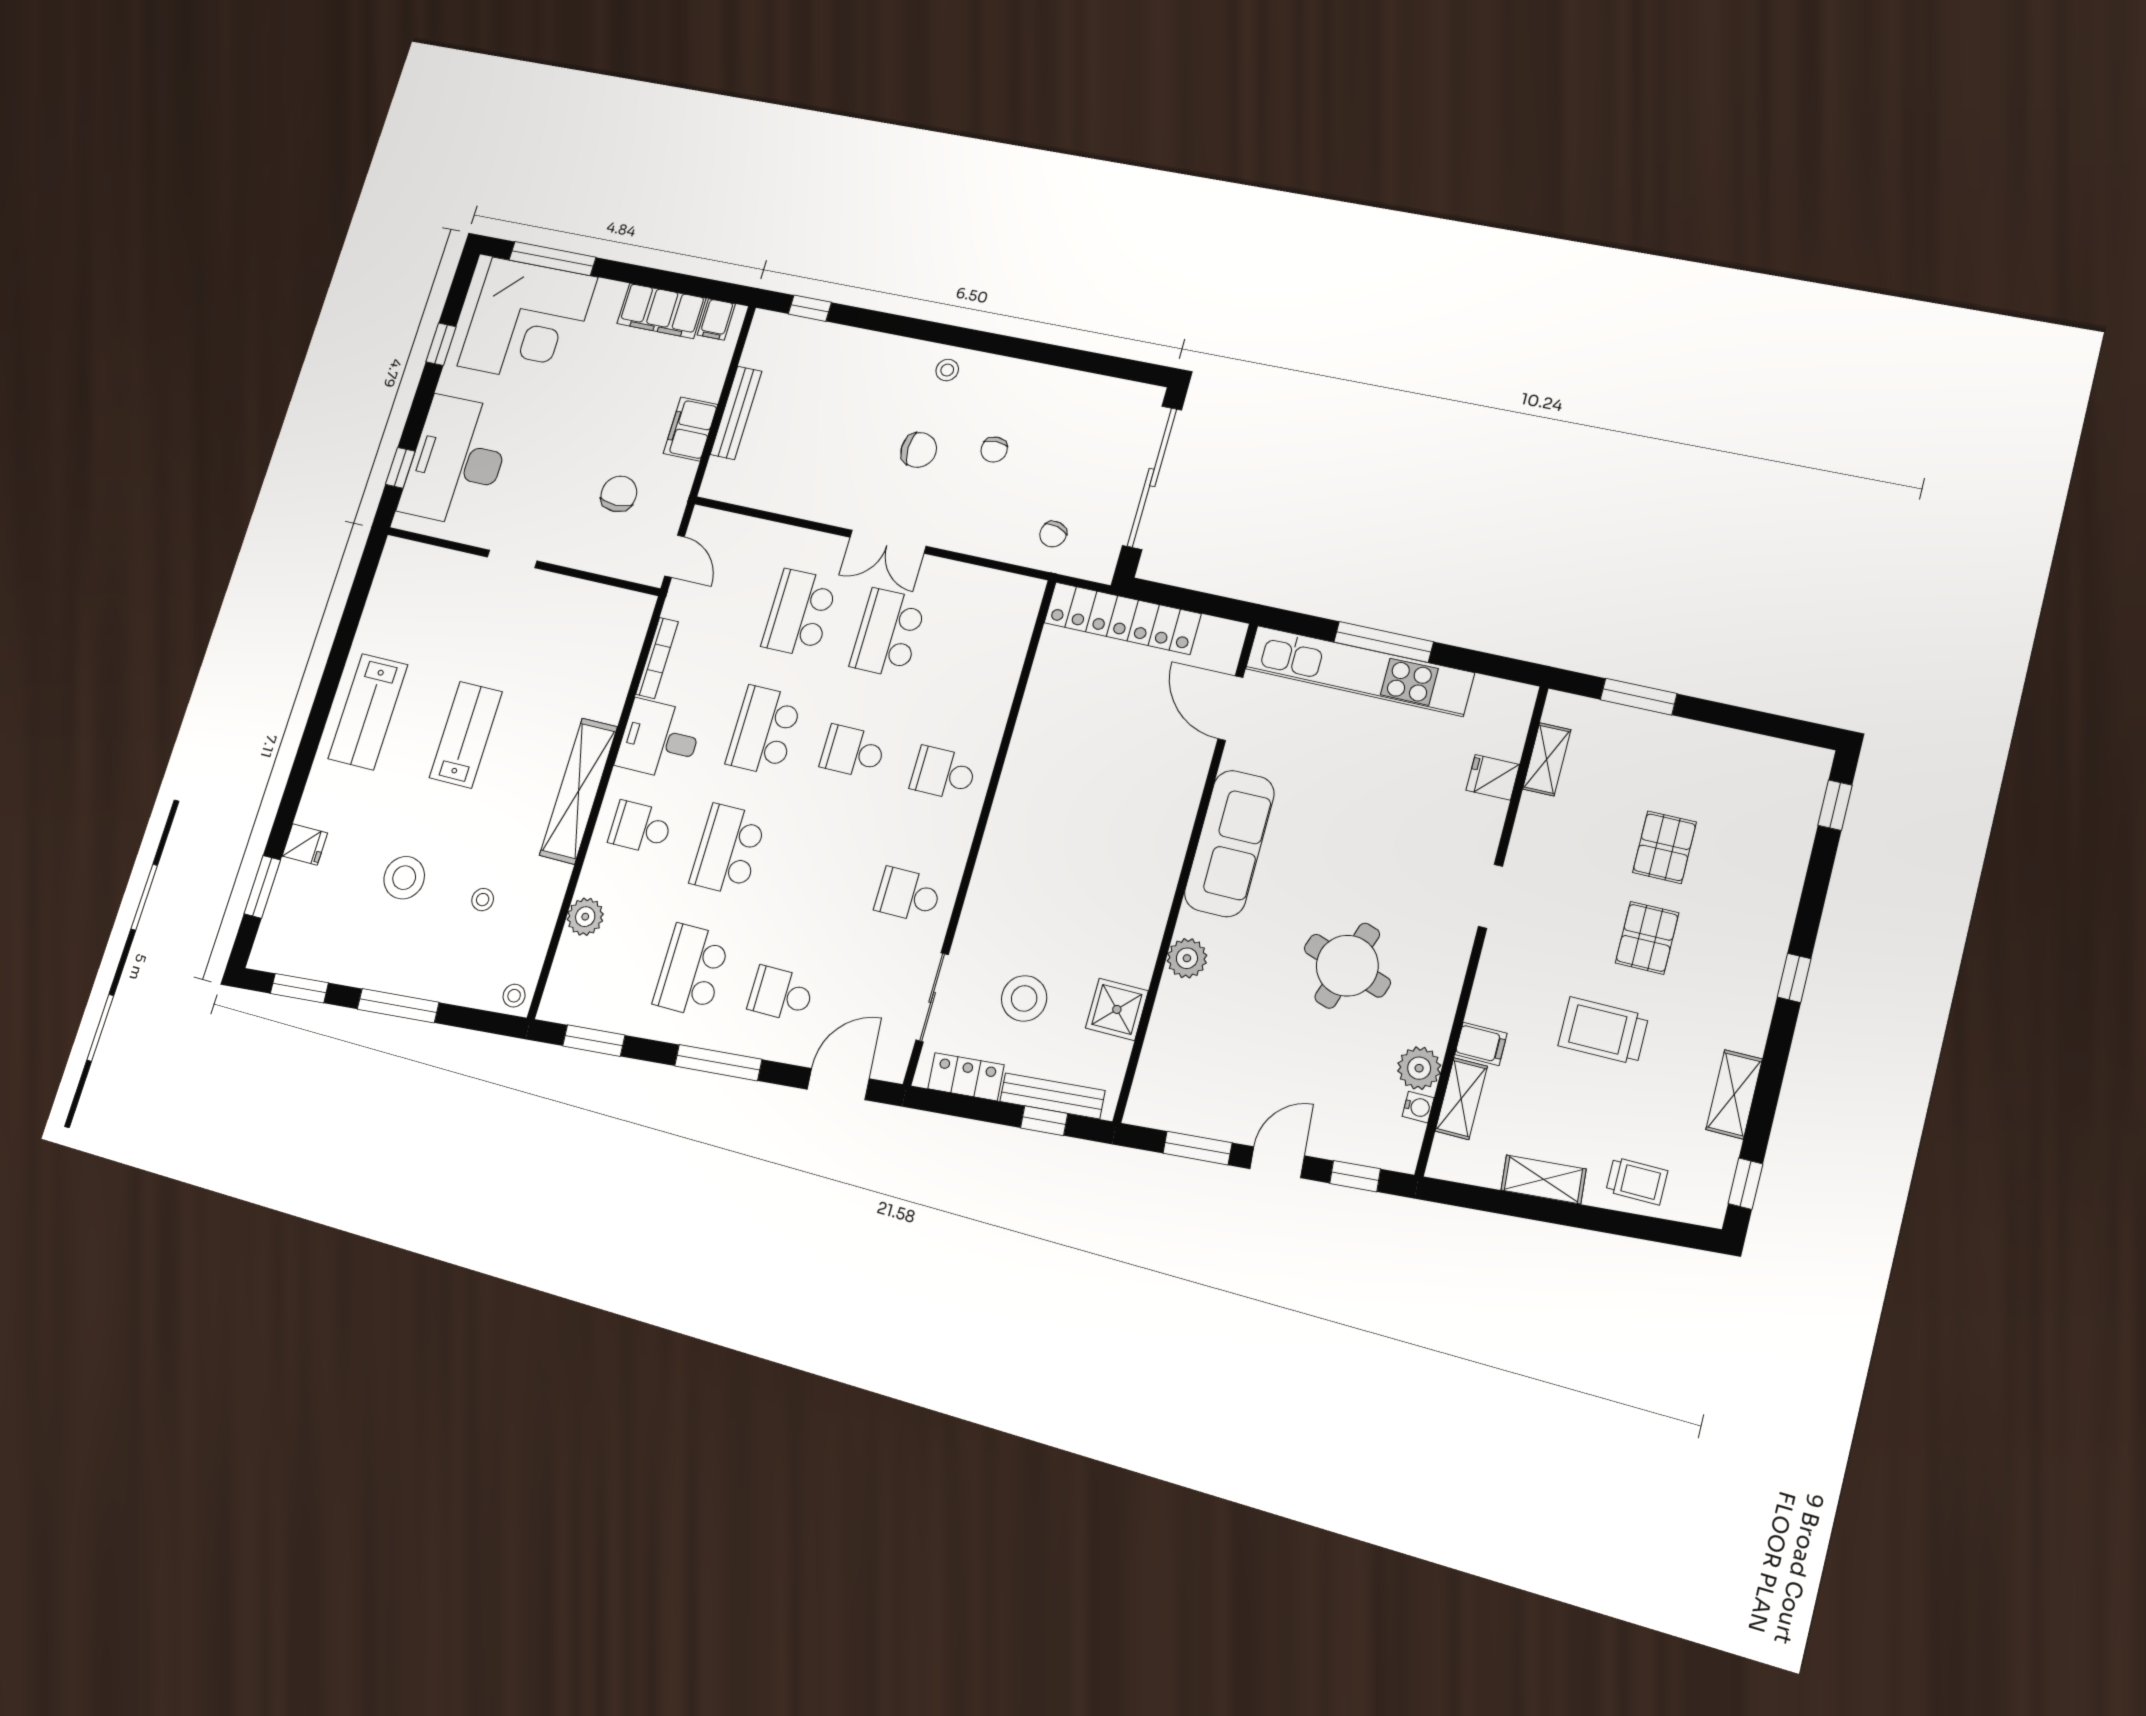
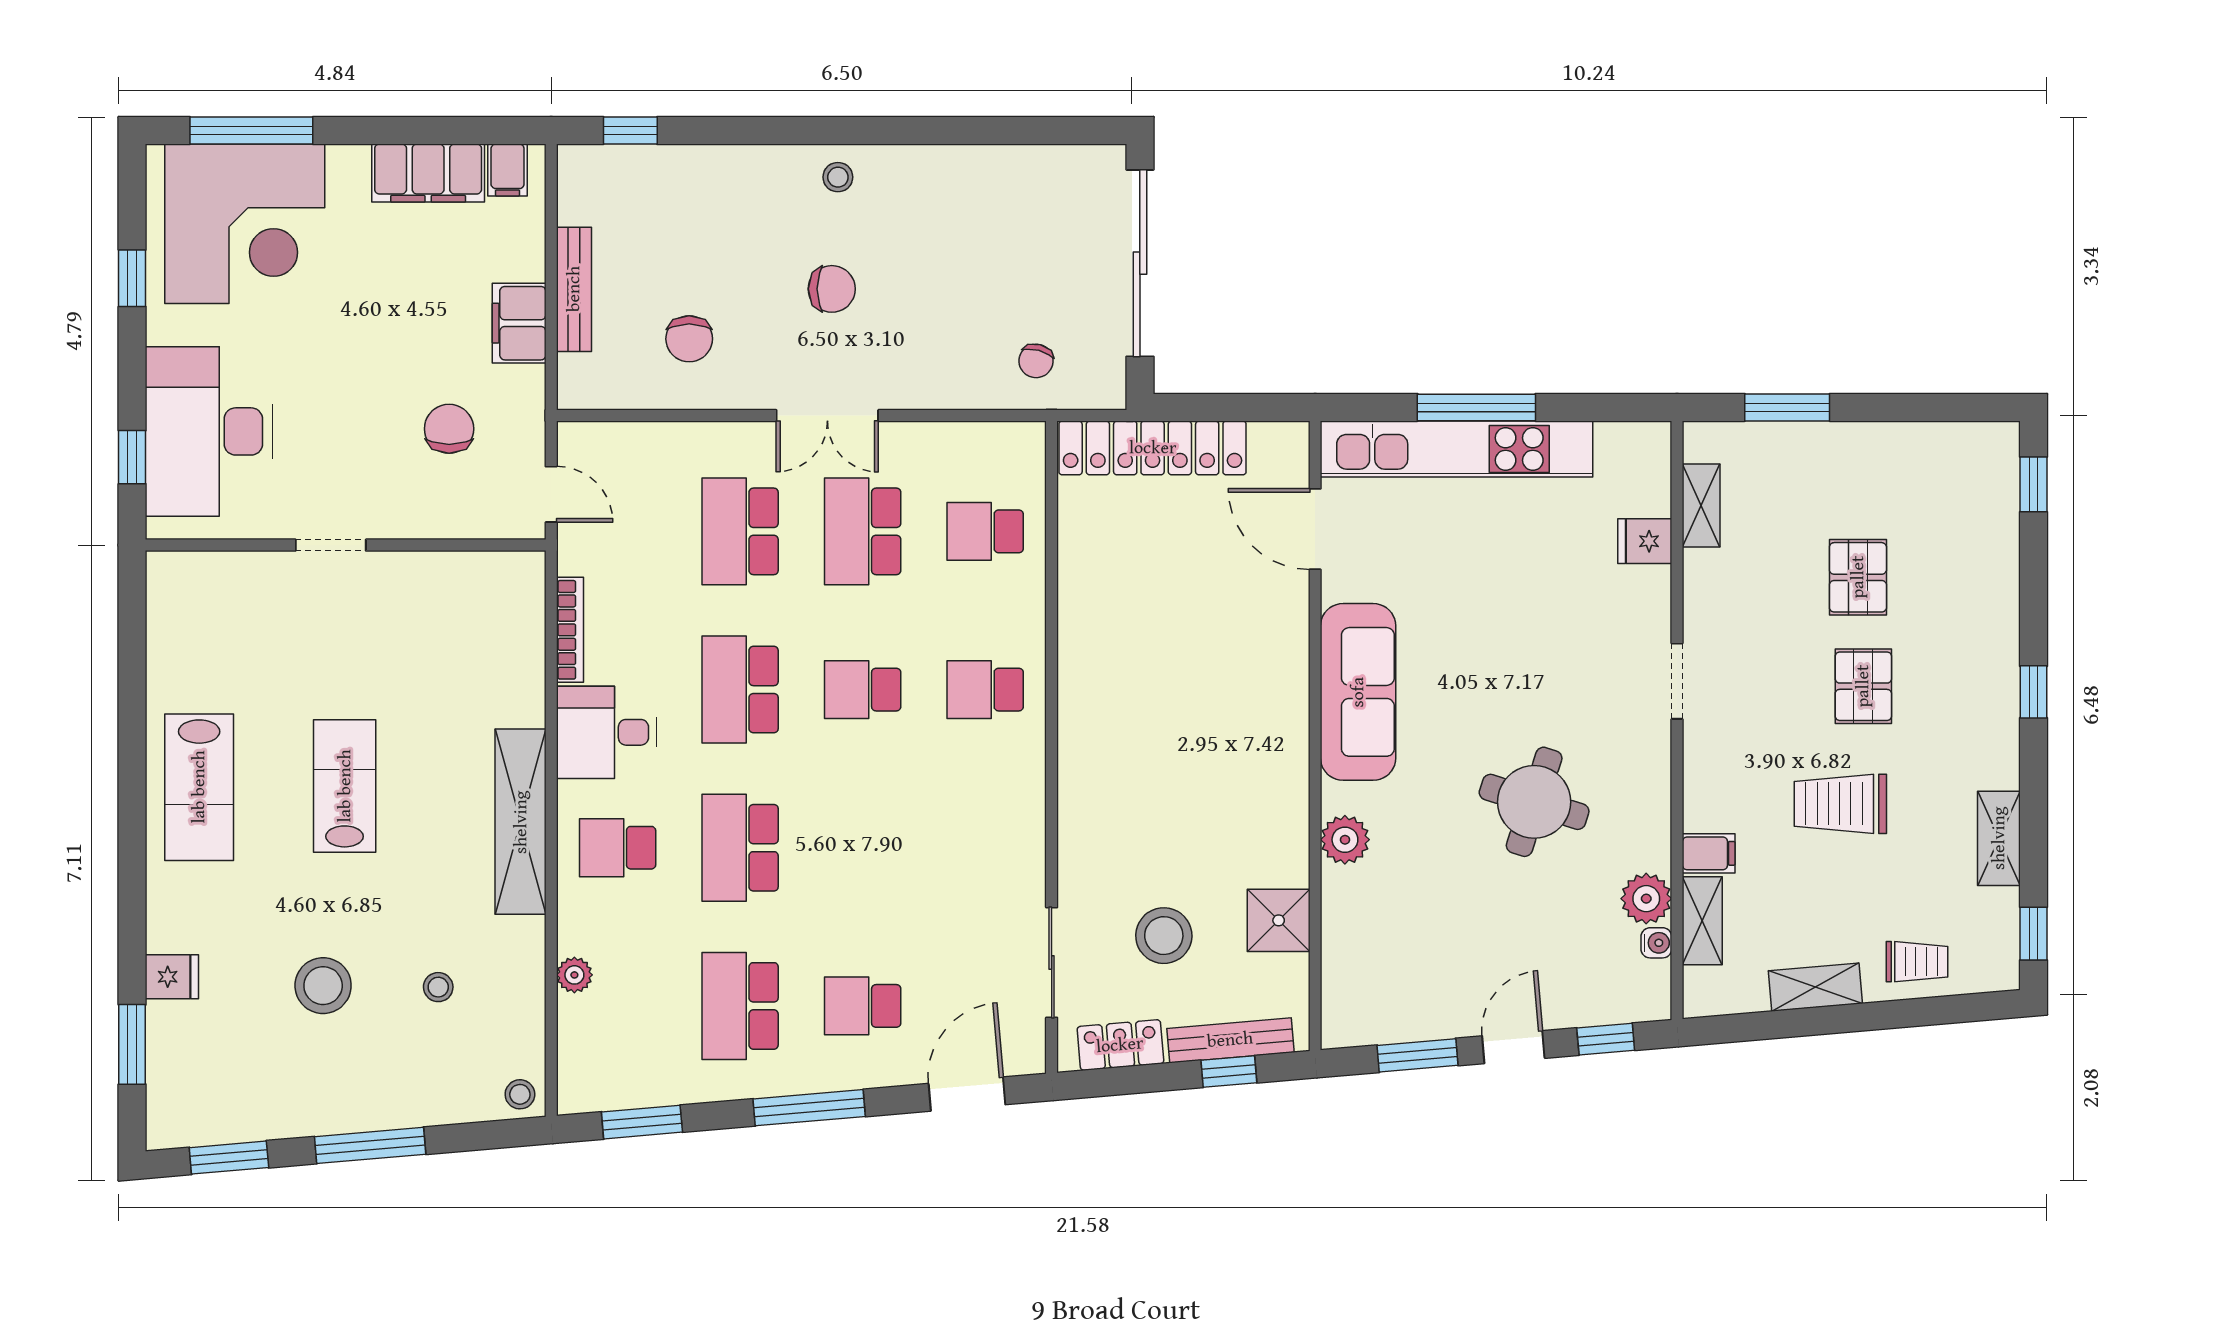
chair: (994, 450) -> (689, 339), moved, width x1.37, depth x1.37
school desk: (908, 895) -> (985, 531), moved
plant: (585, 917) -> (574, 975), width x0.73, depth x0.73

